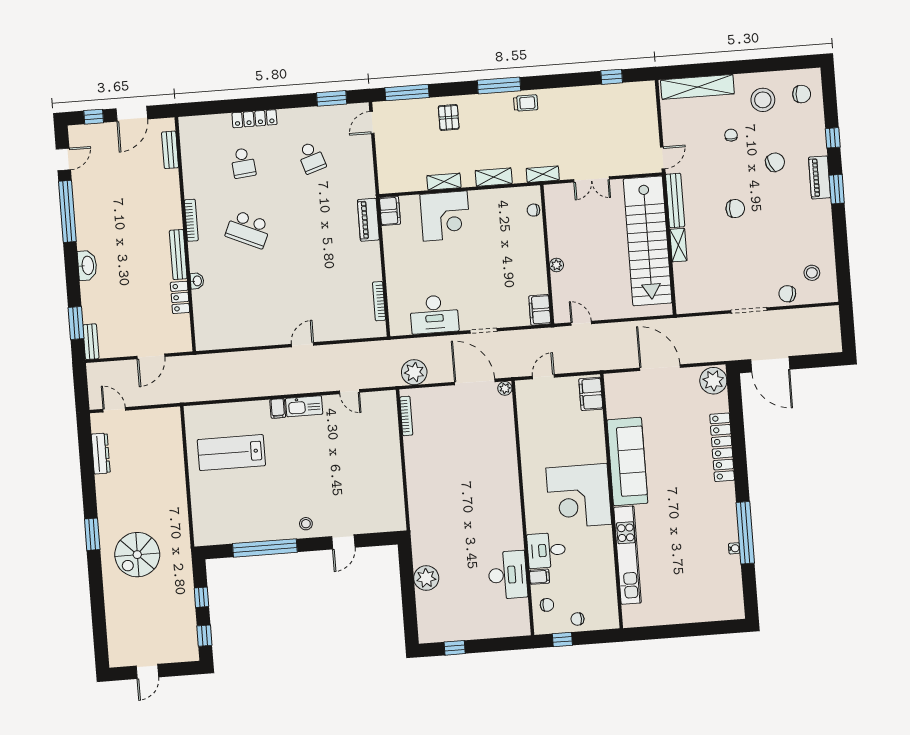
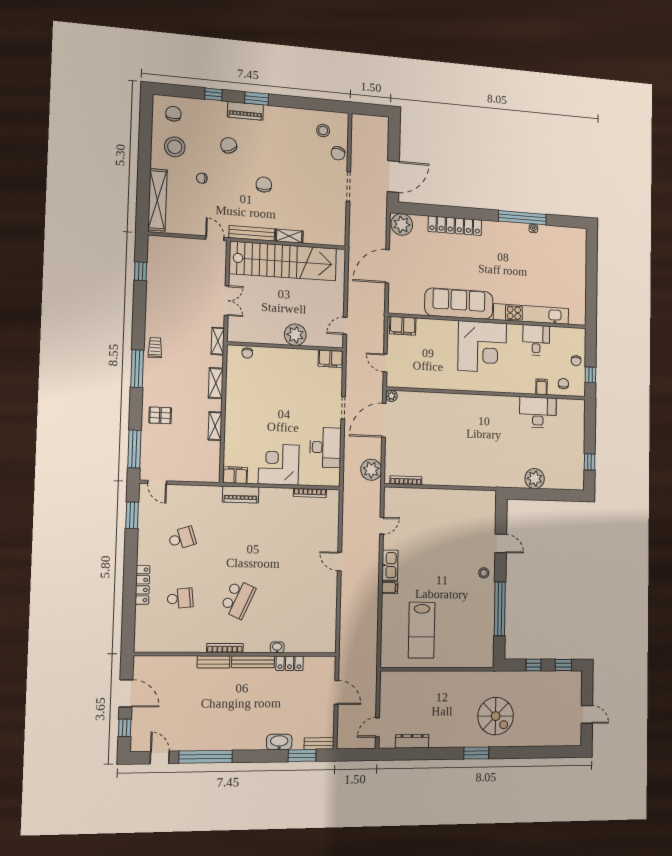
bench: (170, 150) -> (213, 662), moved
corner desk: (445, 216) -> (279, 464), moved, turned -90
washbasin: (87, 265) -> (279, 742), moved
plant: (556, 265) -> (295, 335), width x1.87, depth x1.87
desk: (546, 550) -> (536, 340), moved, turned 180

